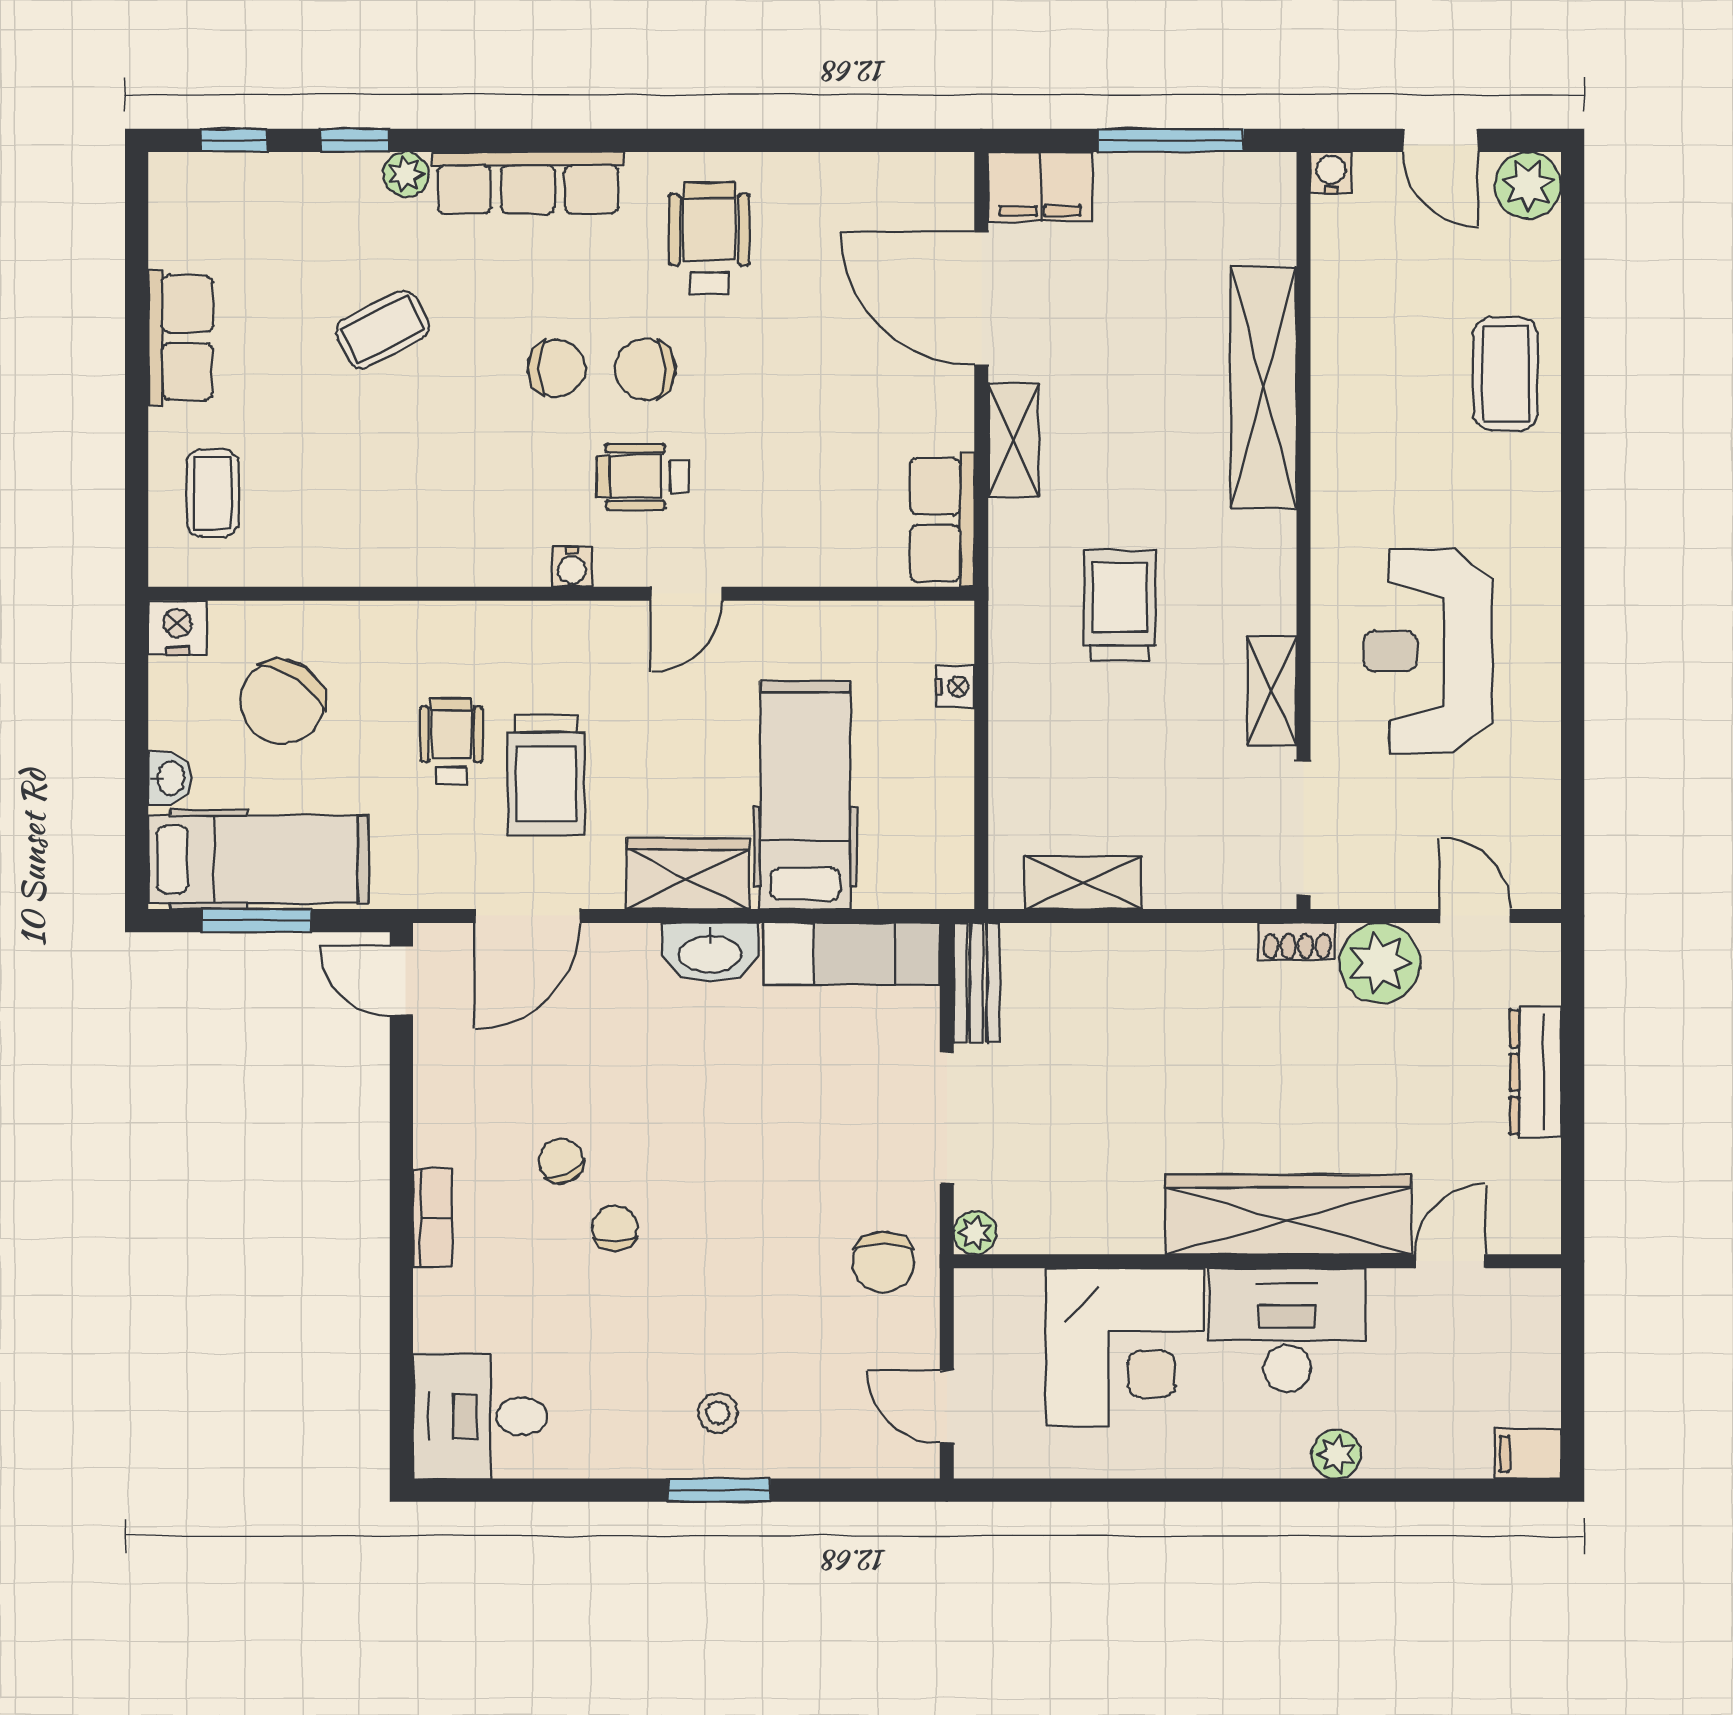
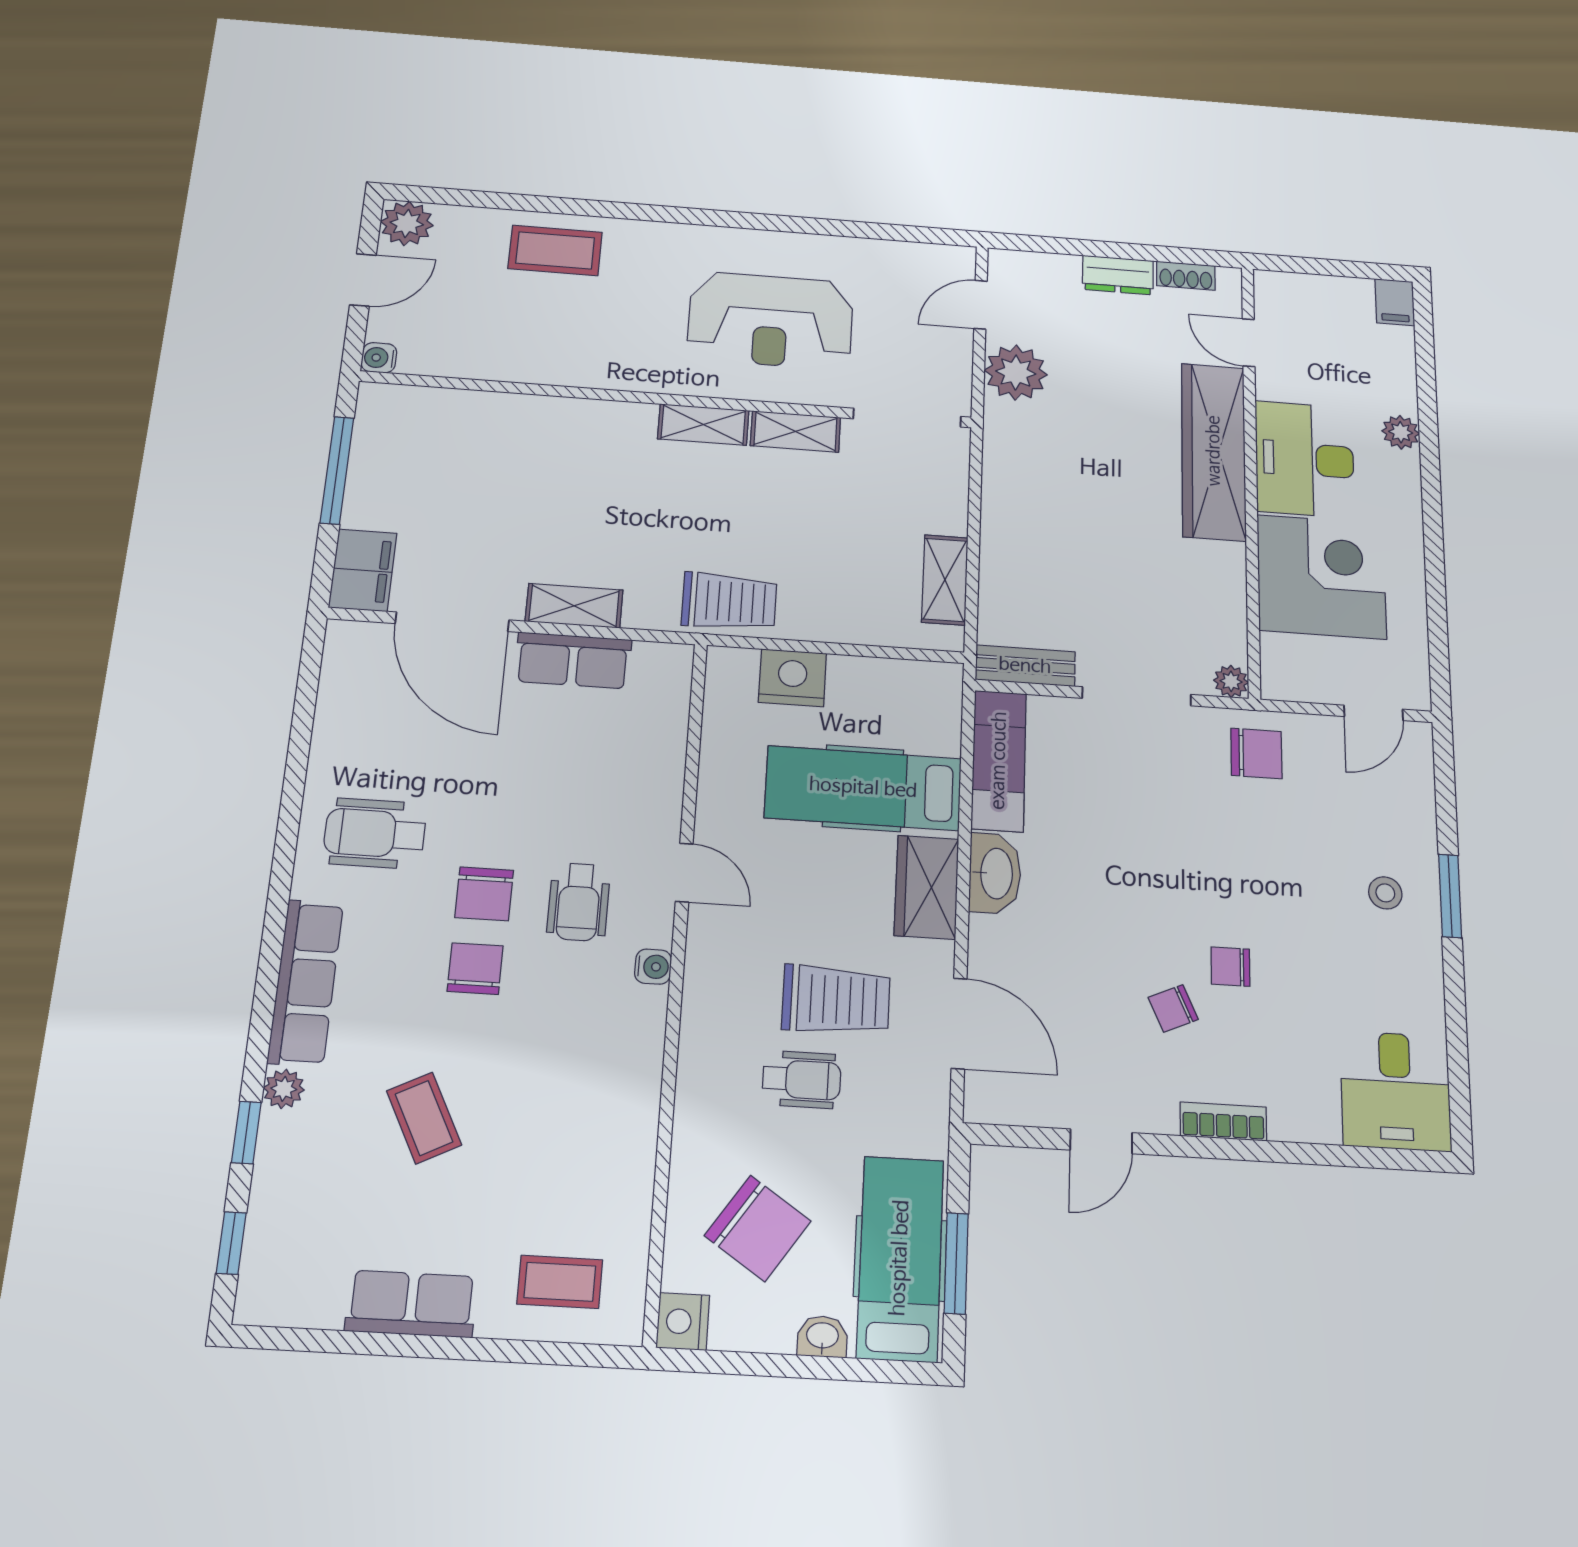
door: (981, 299) -> (452, 622), hinge flipped
shelving: (1264, 388) -> (703, 425), moved, width x0.45, depth x0.75
row of seats: (942, 520) -> (573, 660), moved
trolley: (1120, 605) -> (729, 601), moved, turned 180
nightstand: (955, 687) -> (792, 678), width x1.89, depth x1.79
wheelchair: (451, 741) -> (802, 1080), turned 180
shoe rack: (1297, 941) -> (1186, 276), moved, turned 90
door: (401, 980) -> (1101, 1141), moved
dresser: (1535, 1072) -> (1118, 275), width x0.70

